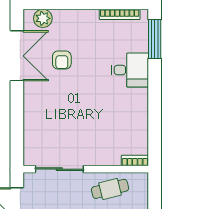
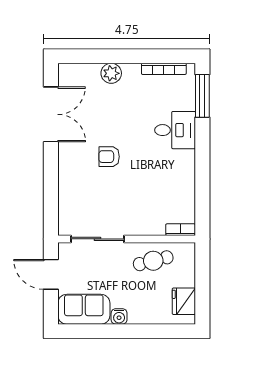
plant: (43, 18) -> (111, 73), moved
armchair: (62, 60) -> (109, 157), moved, turned 90

